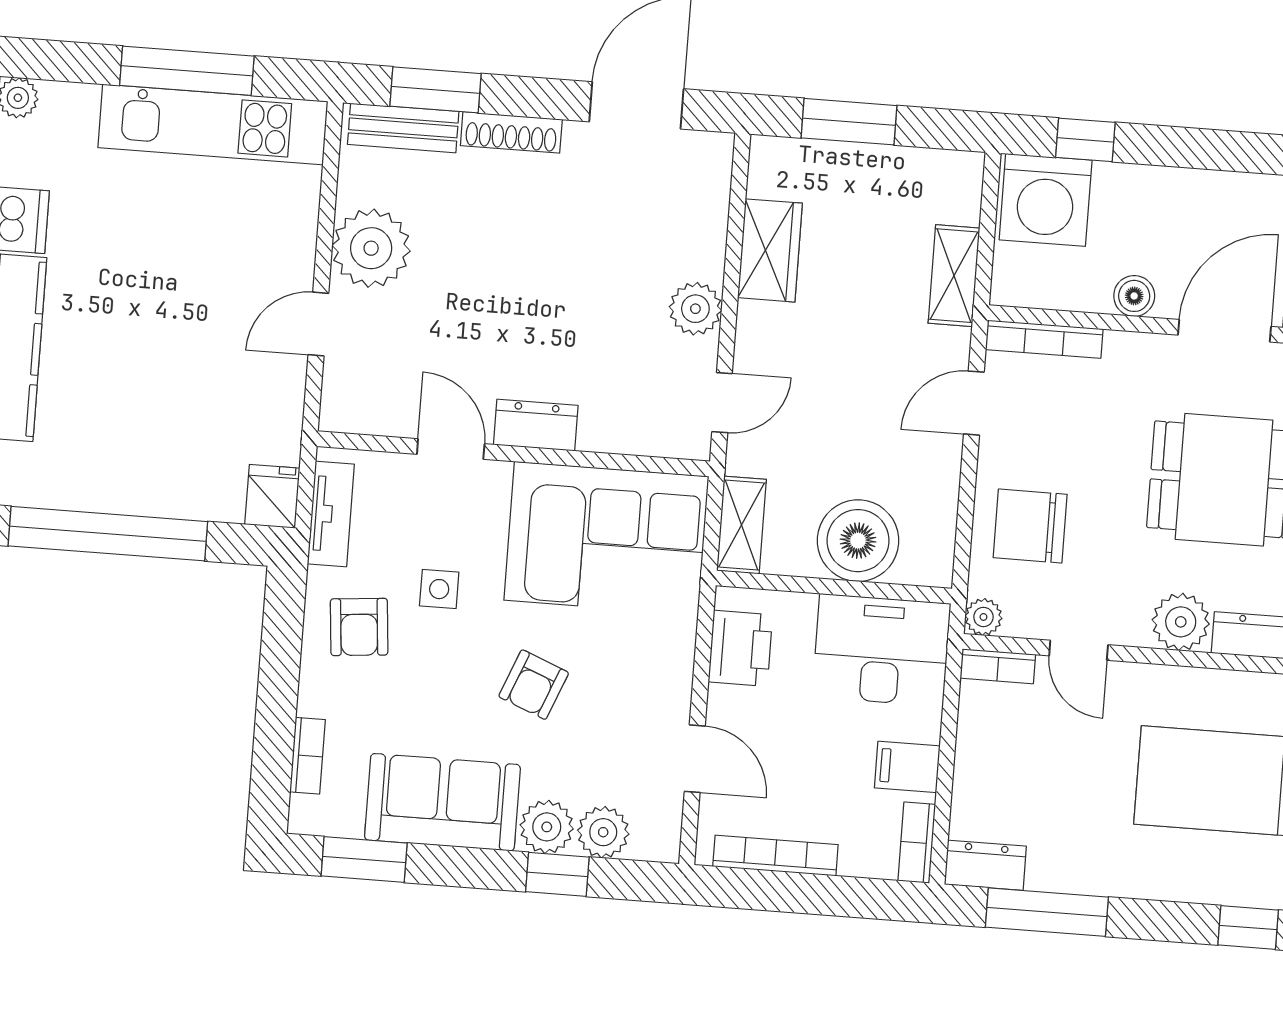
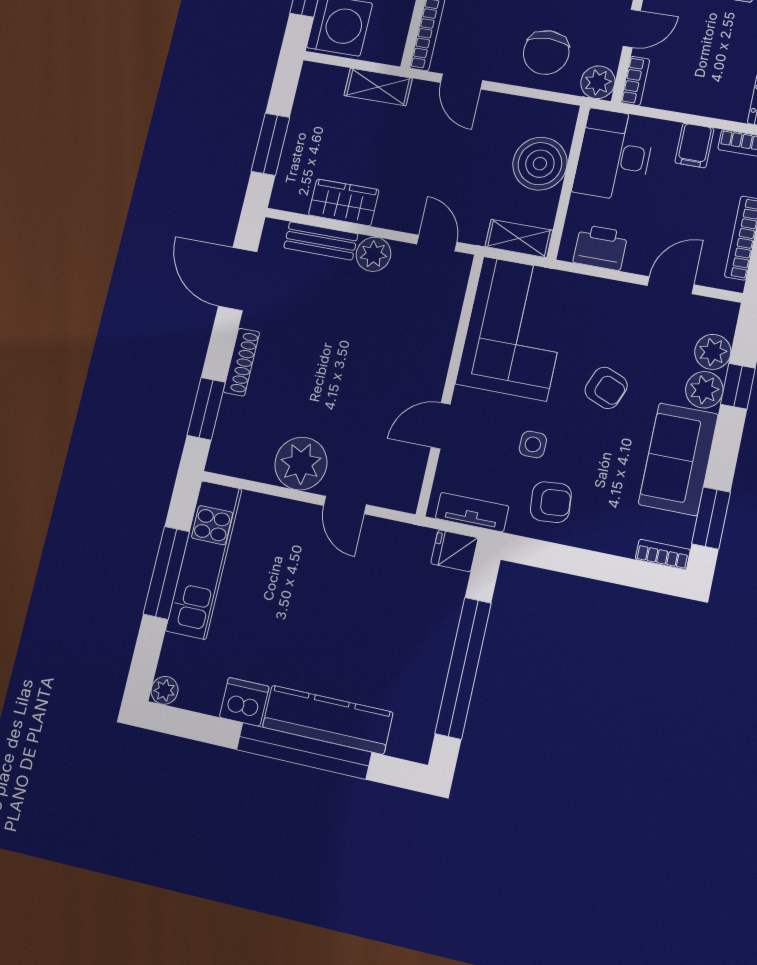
bench: (403, 128) -> (321, 241), moved, turned 90
dresser: (536, 425) -> (433, 367), removed
plant: (983, 617) -> (598, 82), width x1.38, depth x1.38
bookcase: (308, 756) -> (663, 554), moved

